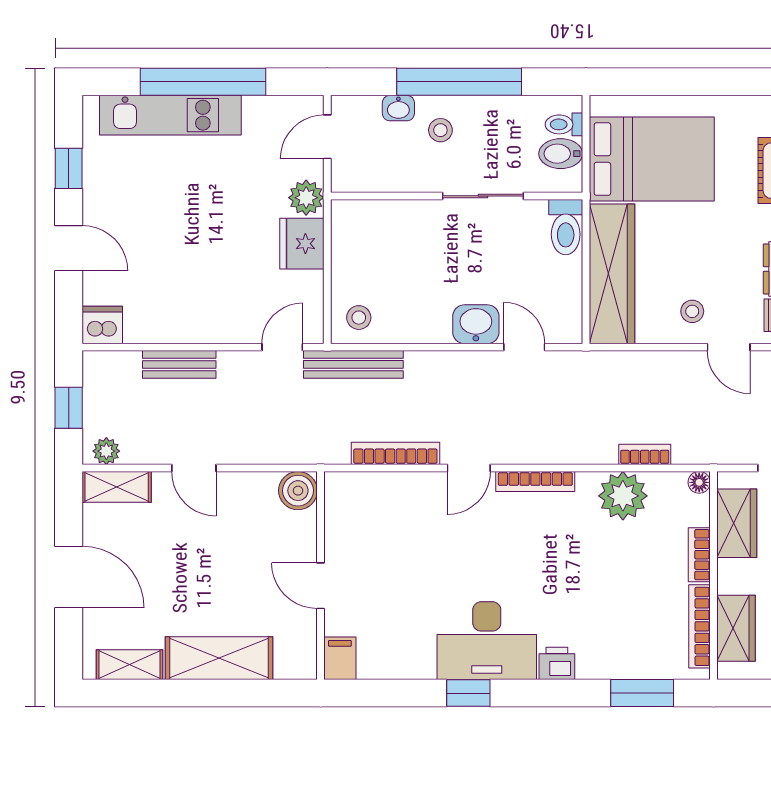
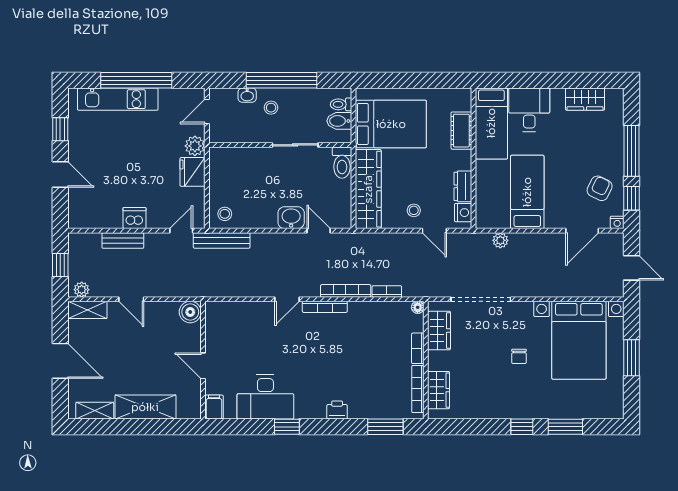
dishwasher: (102, 325) -> (134, 218), moved
bookcase: (395, 453) -> (346, 291), moved
plant: (623, 496) -> (374, 315), removed
desk: (487, 641) -> (265, 397), moved

